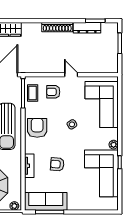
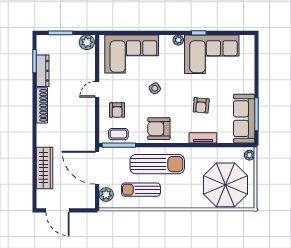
plant: (112, 66) -> (87, 42), added

